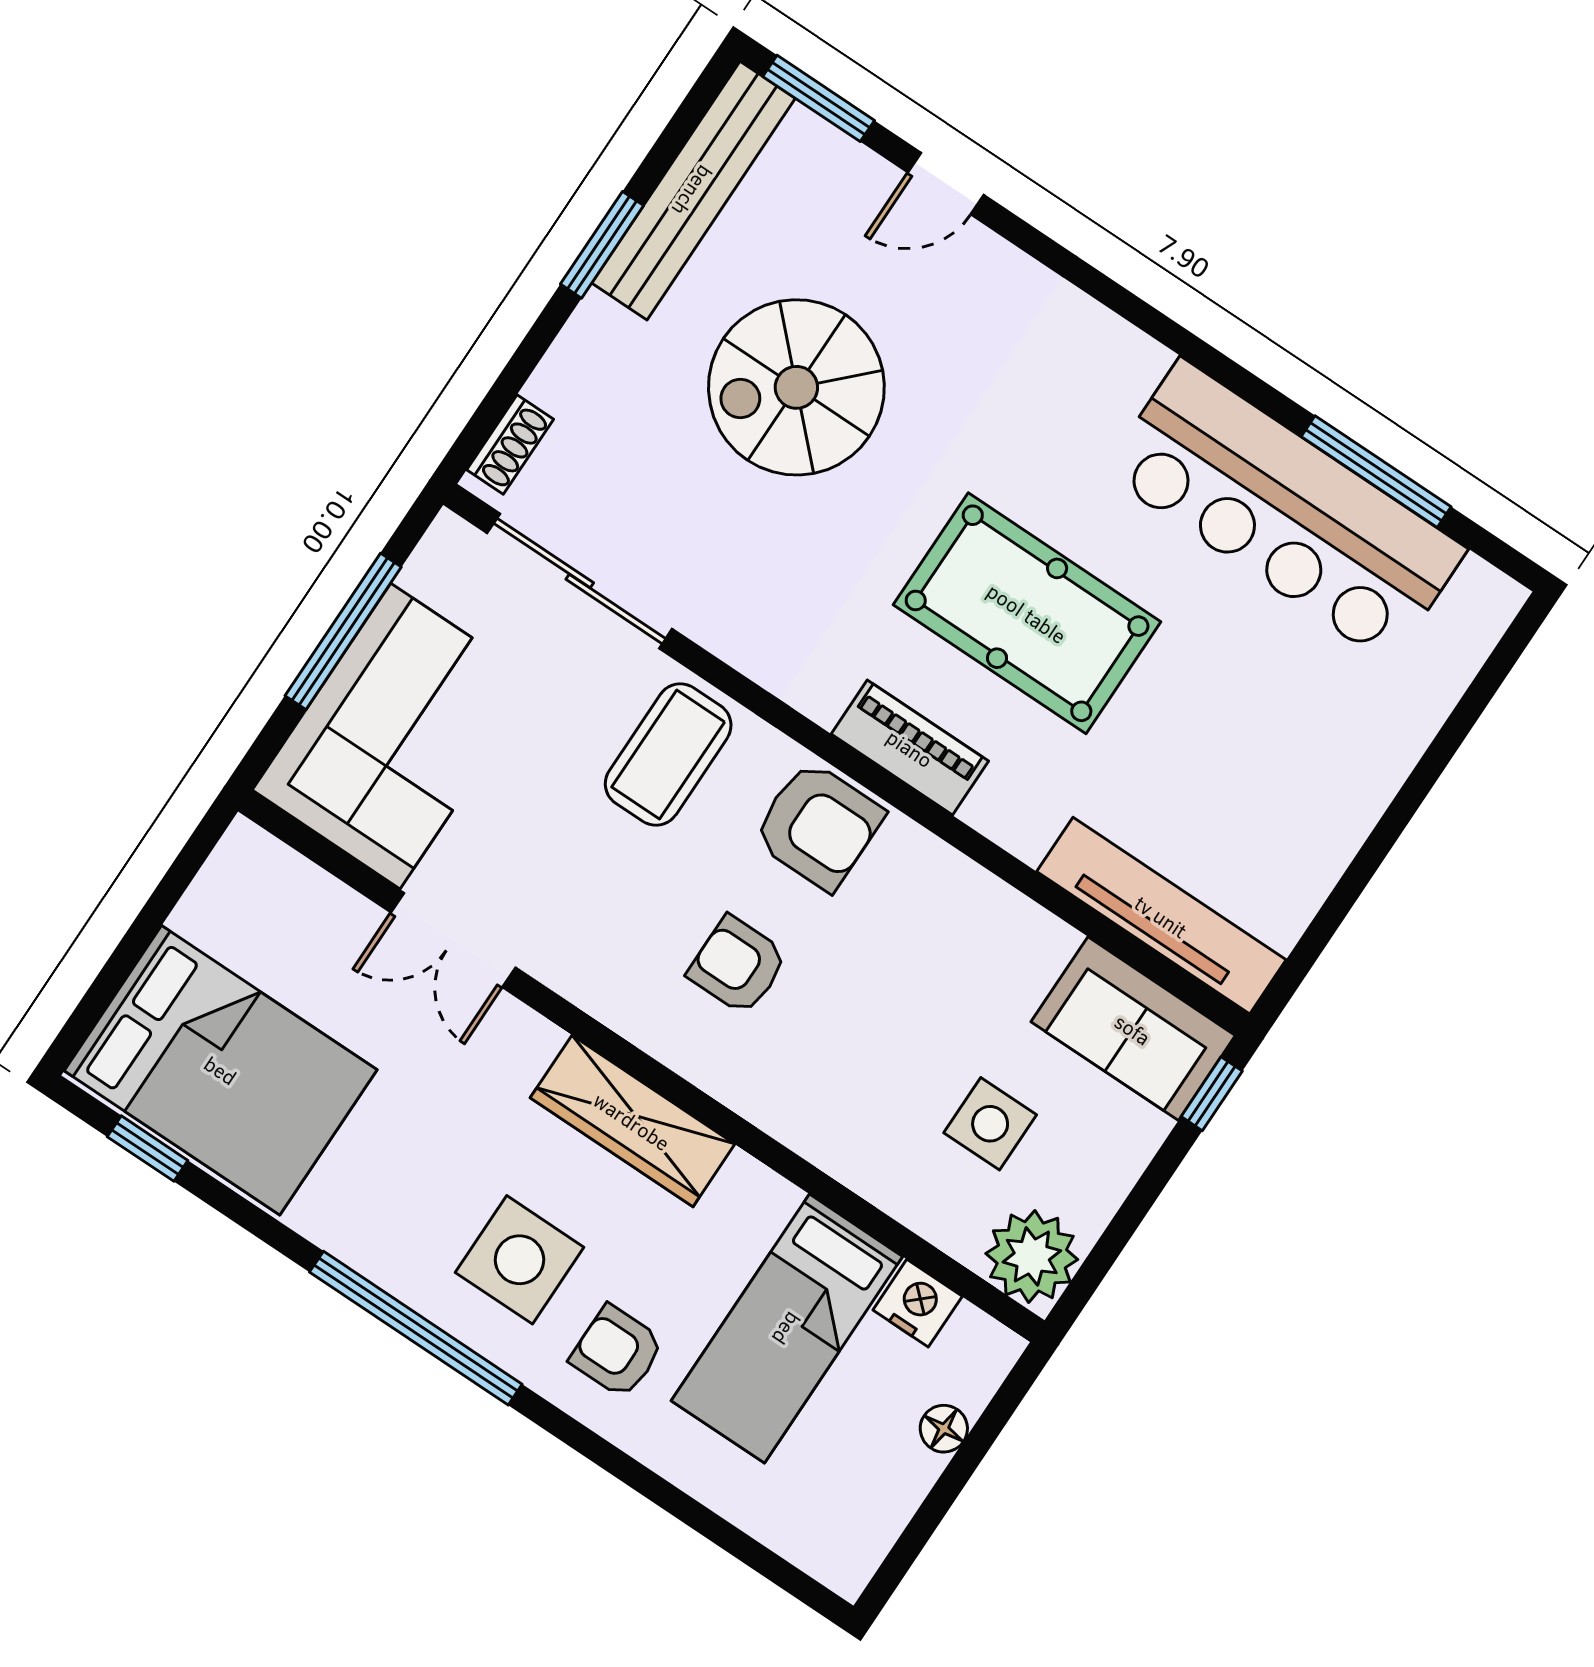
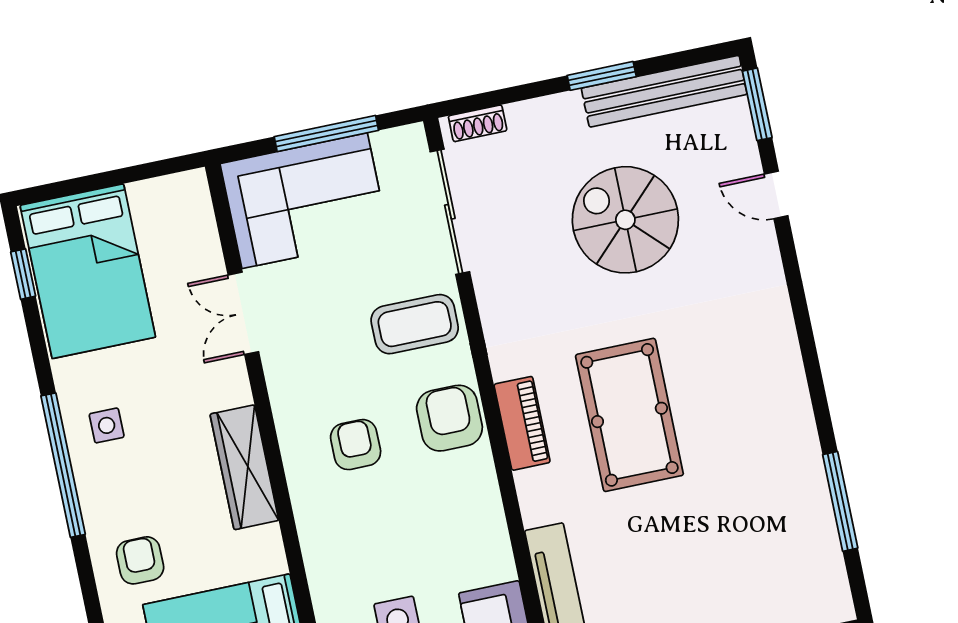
bar counter: (1285, 511) -> (784, 480), removed
armchair: (818, 825) -> (449, 418), turned 180
side table: (520, 1260) -> (107, 425), moved, width x0.54, depth x0.54

